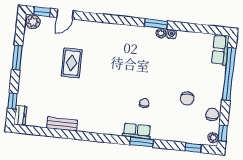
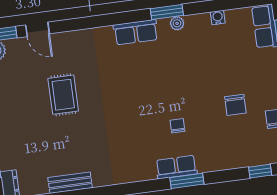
door: (65, 14) -> (37, 29), hinge flipped
row of seats: (131, 32) -> (136, 32), added
water cooler: (171, 34) -> (218, 17), moved

